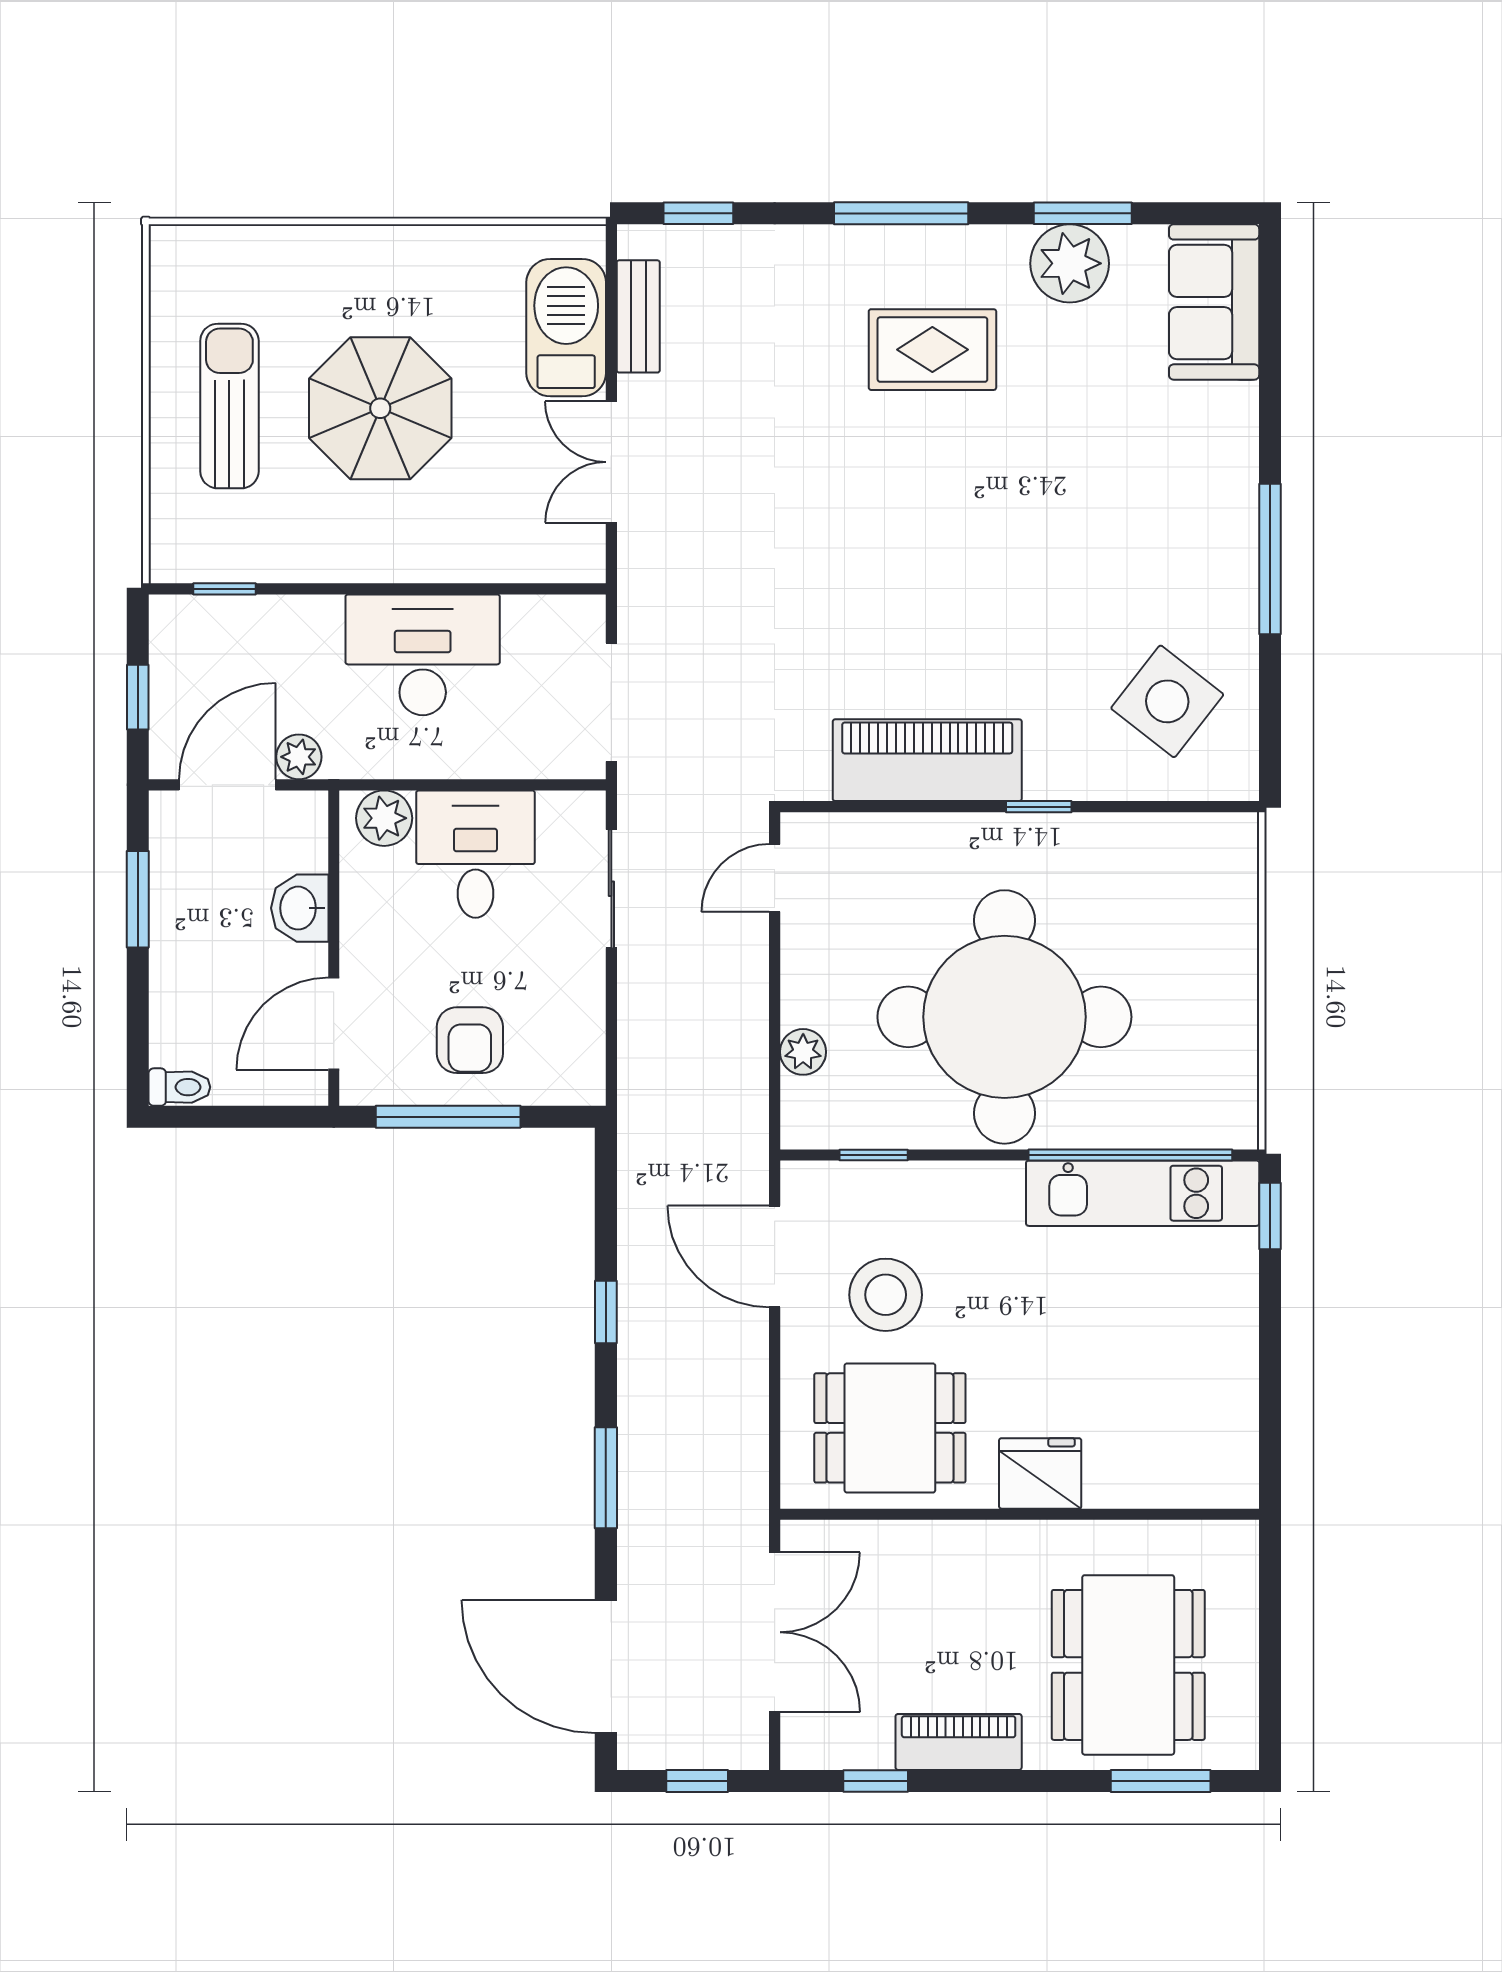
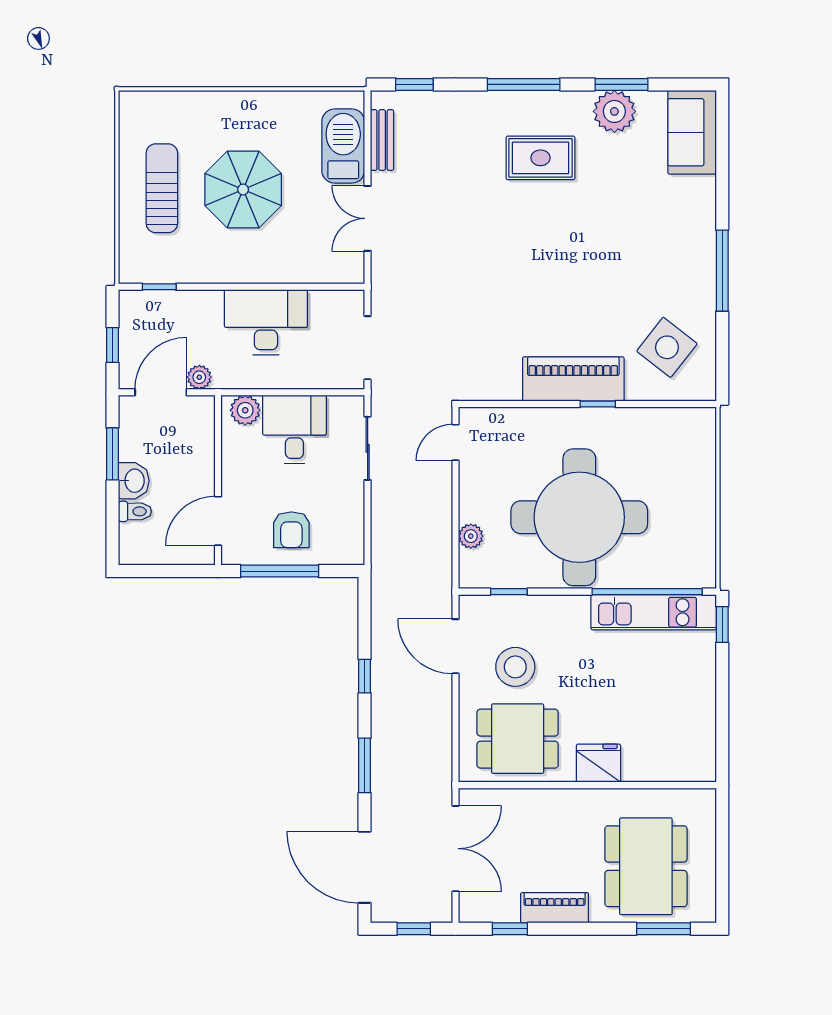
piano: (927, 760) -> (573, 379), moved
washbasin: (300, 908) -> (134, 481), moved, turned 180
toilet: (179, 1087) -> (135, 511), moved

